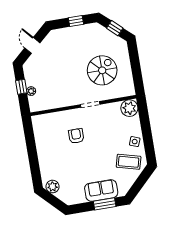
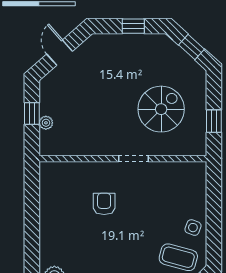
window: (137, 72) -> (214, 121), added
plant: (129, 108) -> (193, 174), removed

